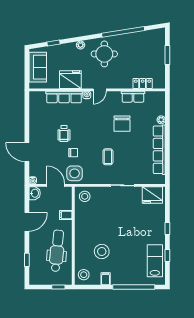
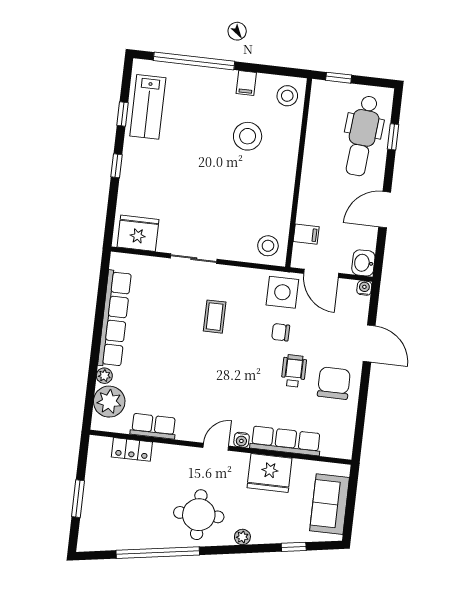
plant: (157, 107) -> (109, 402), added
chair: (122, 124) -> (334, 383), moved
filing cabinet: (66, 215) -> (306, 234), moved
dental chair: (57, 251) -> (362, 136), moved

